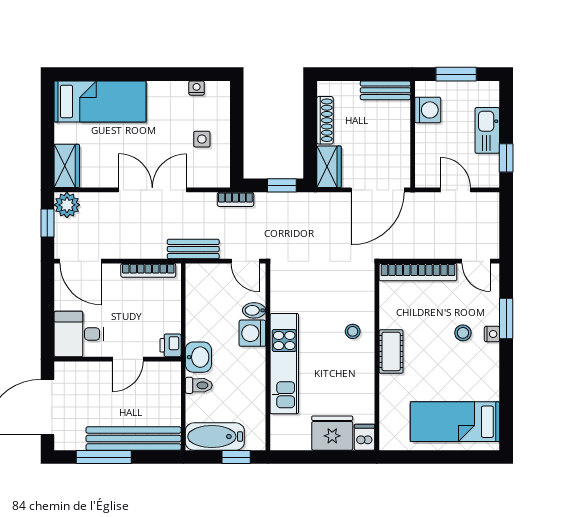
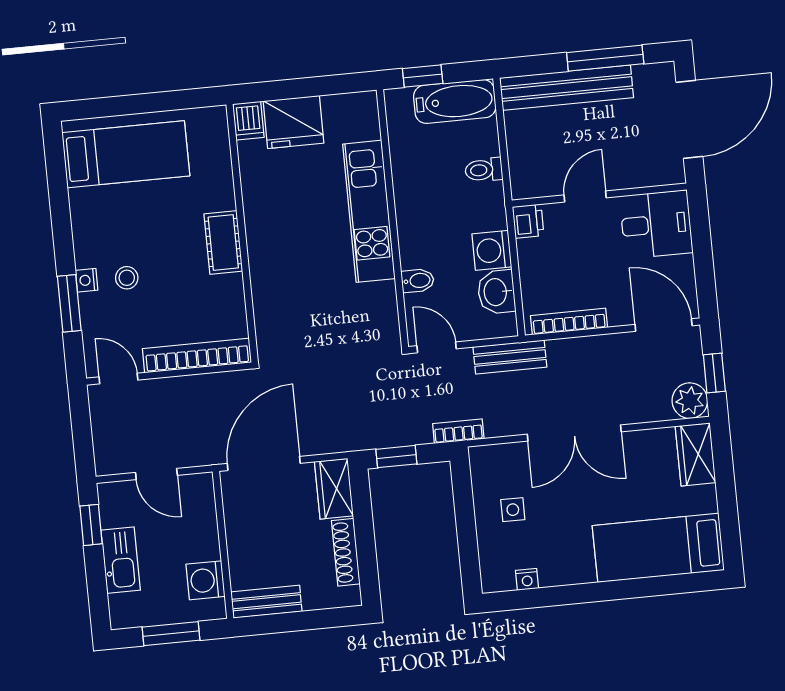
stool: (353, 331) -> (279, 265), removed
washing machine: (252, 333) -> (492, 250), moved, turned 180
washbasin: (198, 357) -> (496, 292), moved

